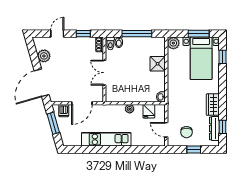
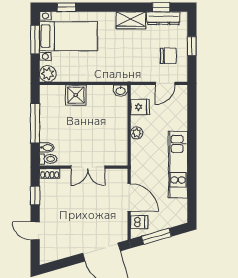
plant: (44, 56) -> (65, 249), removed

